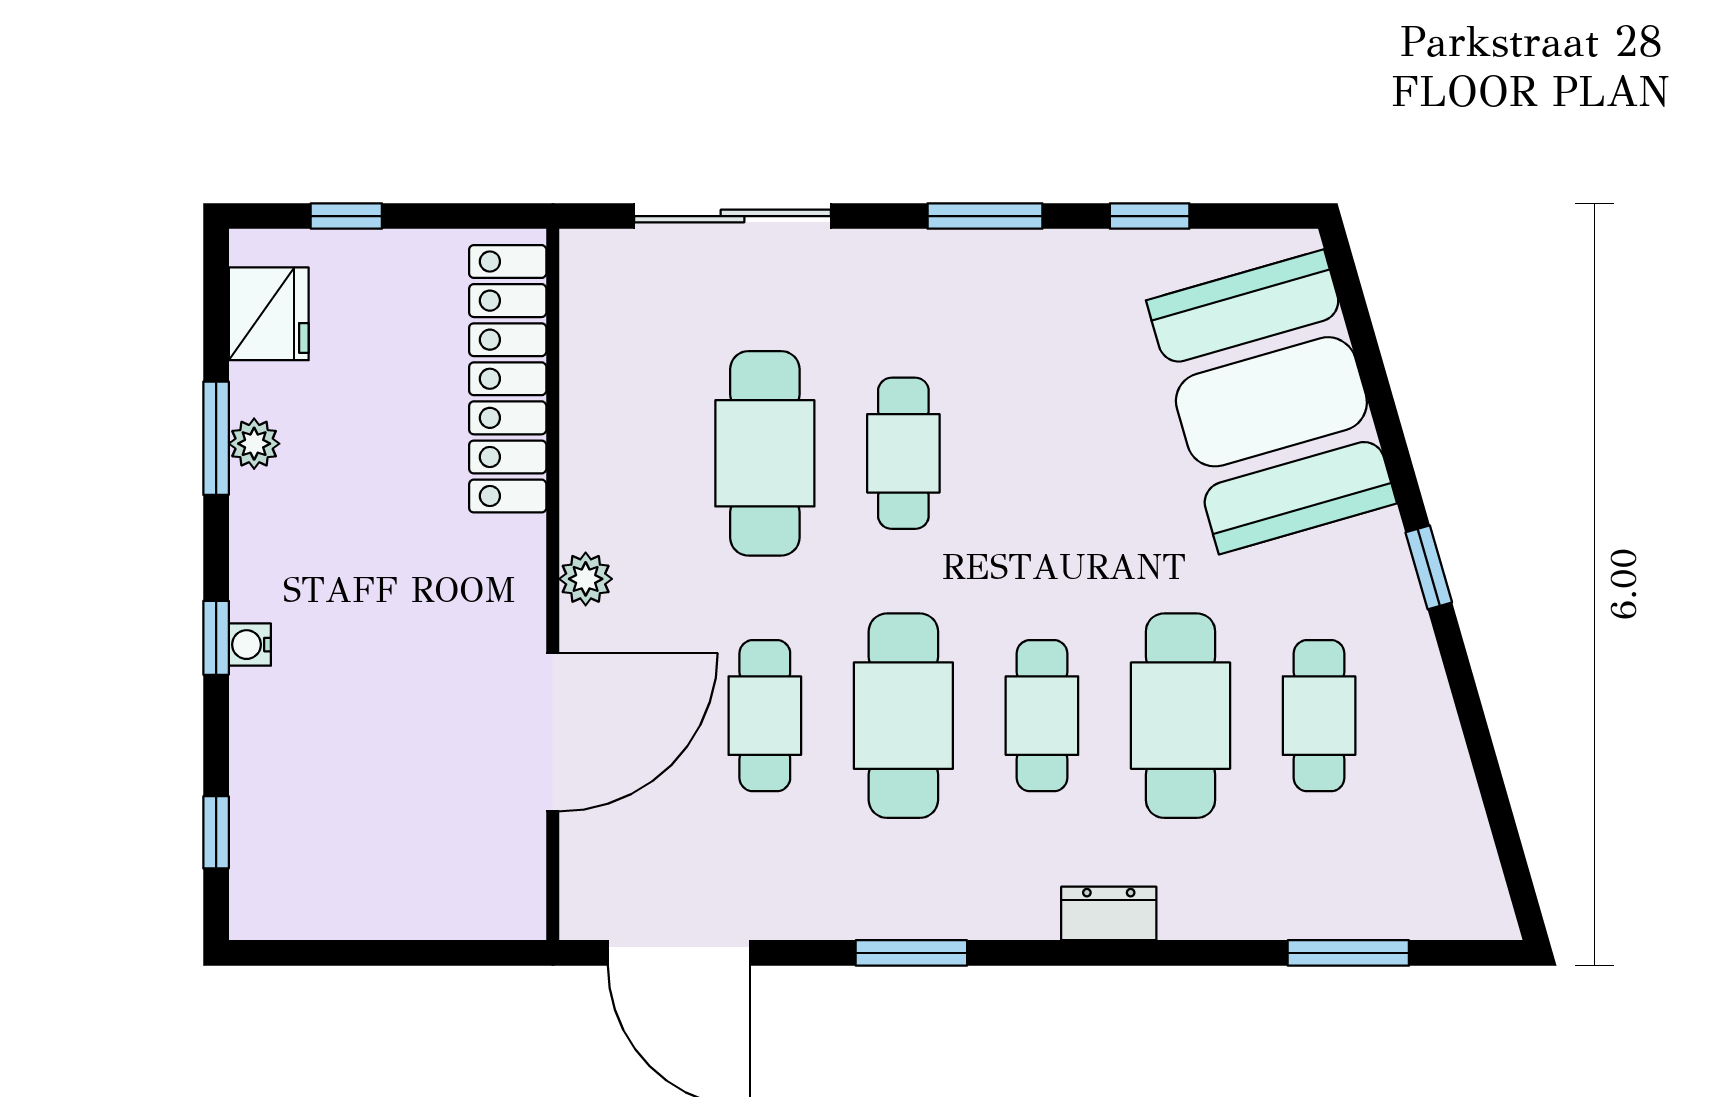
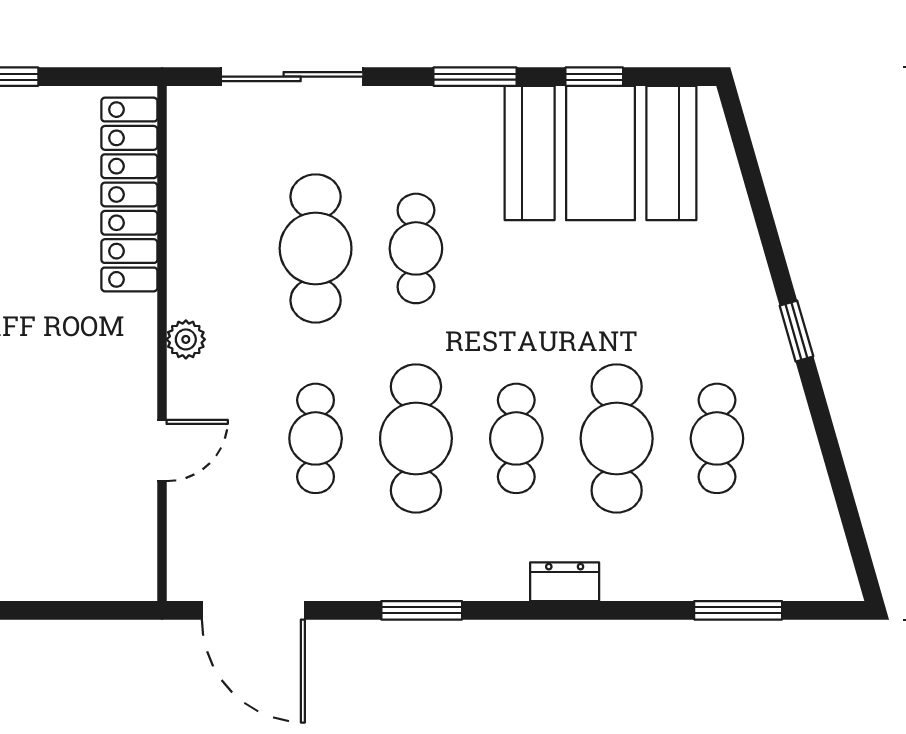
booth: (1271, 402) -> (601, 153), moved, turned -74
door: (553, 732) -> (162, 450), width x0.53

